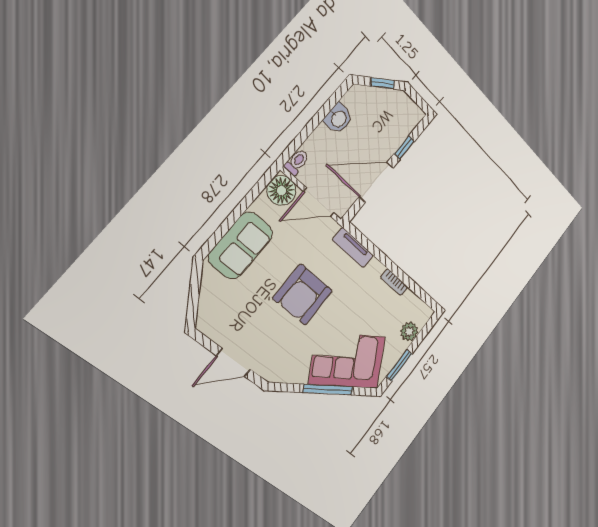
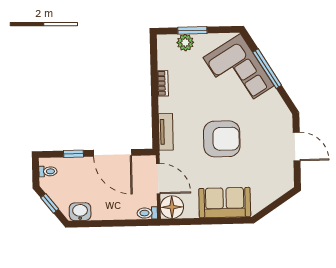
toilet: (409, 110) -> (48, 171), added
washbasin: (338, 119) -> (80, 212), moved
window: (399, 365) -> (192, 30), moved

